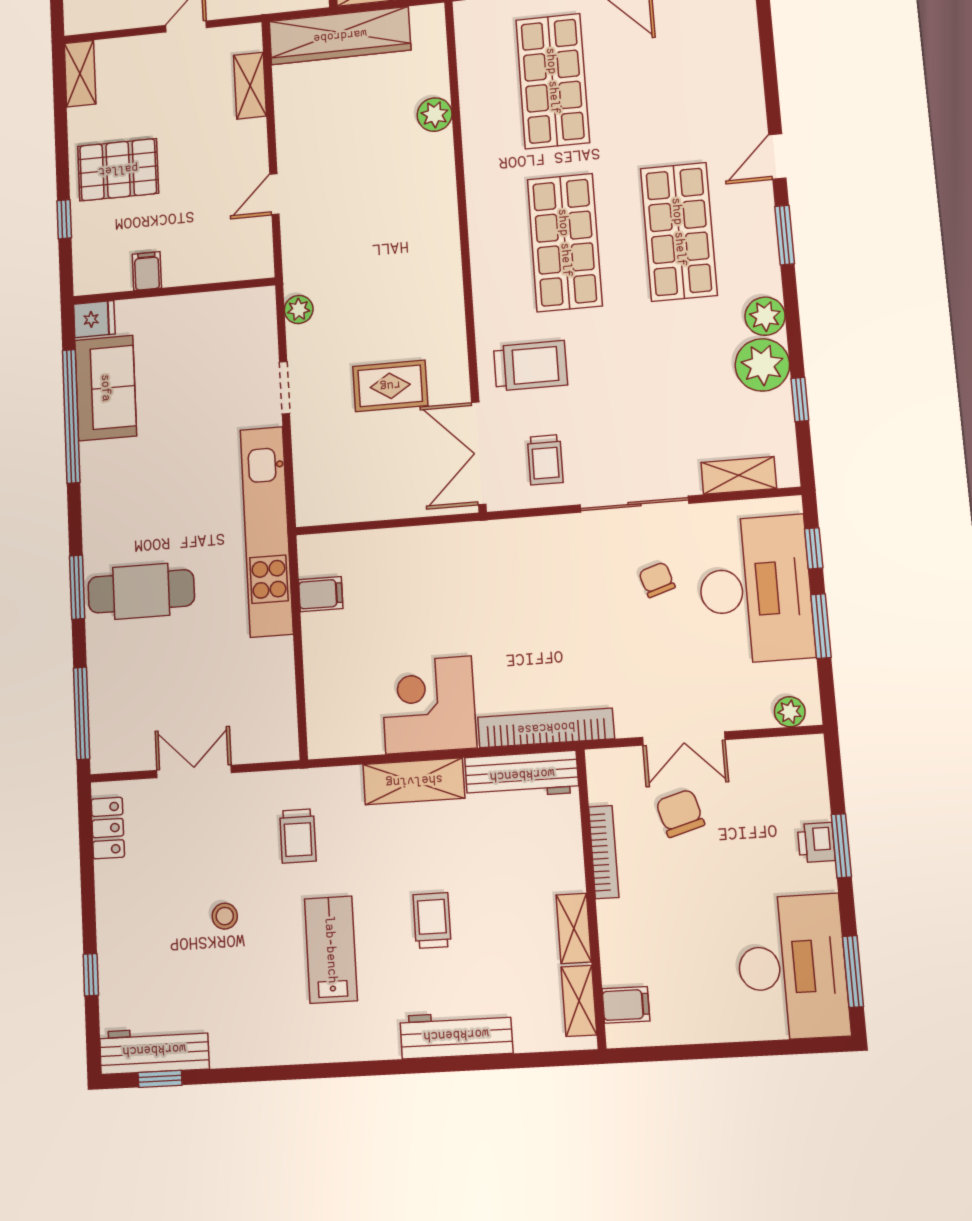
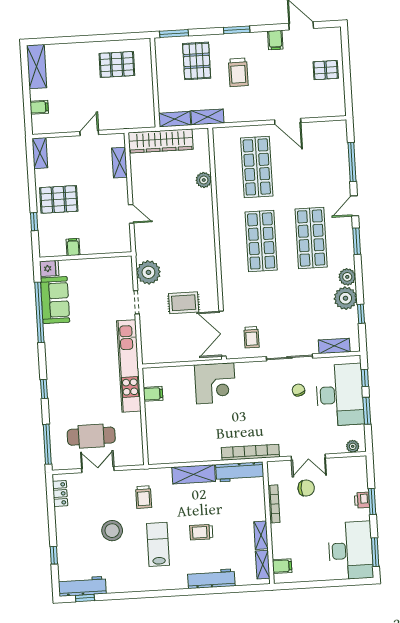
window: (768, 60) -> (352, 162), added
door: (274, 194) -> (131, 214), swing flipped
plant: (299, 309) -> (148, 272), width x1.87, depth x1.87
trolley: (530, 366) -> (245, 296), removed
window: (77, 587) -> (44, 389), width x0.67
cafe table: (141, 591) -> (91, 436), moved
corner desk: (429, 705) -> (215, 383), moved, turned 180
chair: (680, 813) -> (306, 488), turned 106
stool: (225, 916) -> (112, 531), width x1.89, depth x1.89
trolley: (432, 921) -> (201, 532), turned -90

